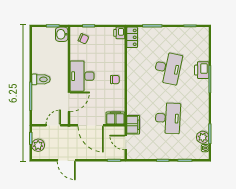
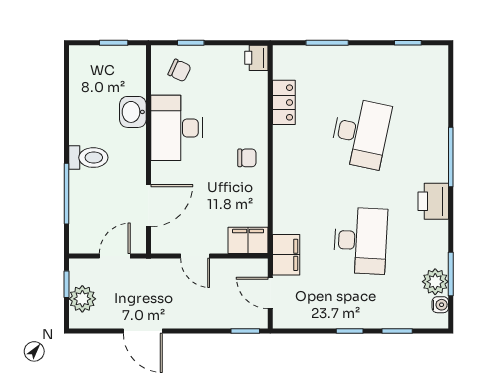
washbasin: (62, 34) -> (133, 112), moved
locker: (132, 37) -> (284, 102), moved
printer: (202, 70) -> (433, 201), moved
desk: (82, 76) -> (176, 128), moved
door: (91, 125) -> (195, 256), width x0.53

